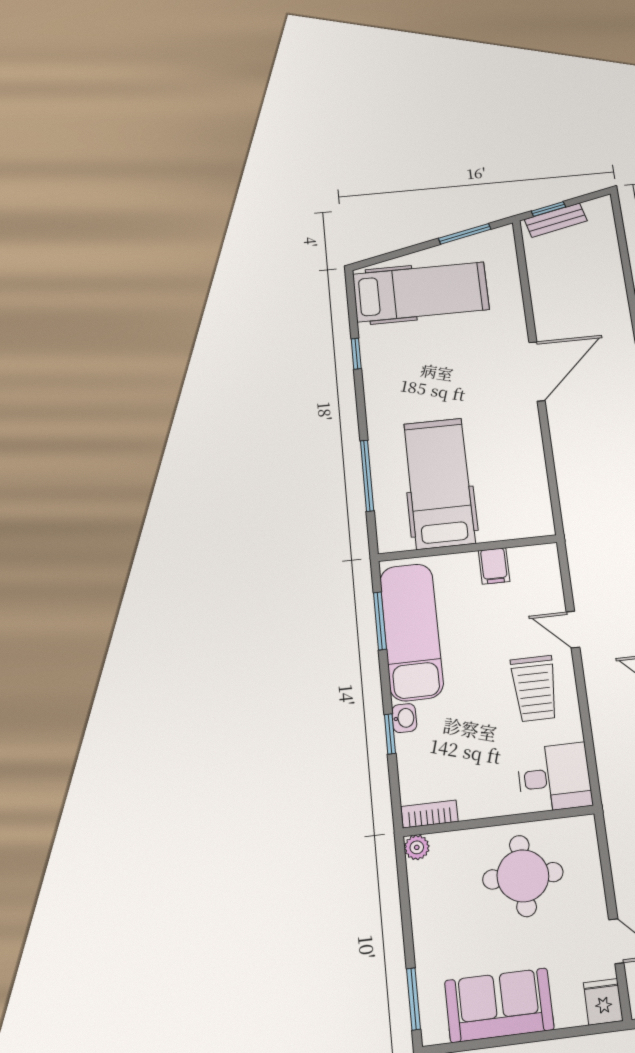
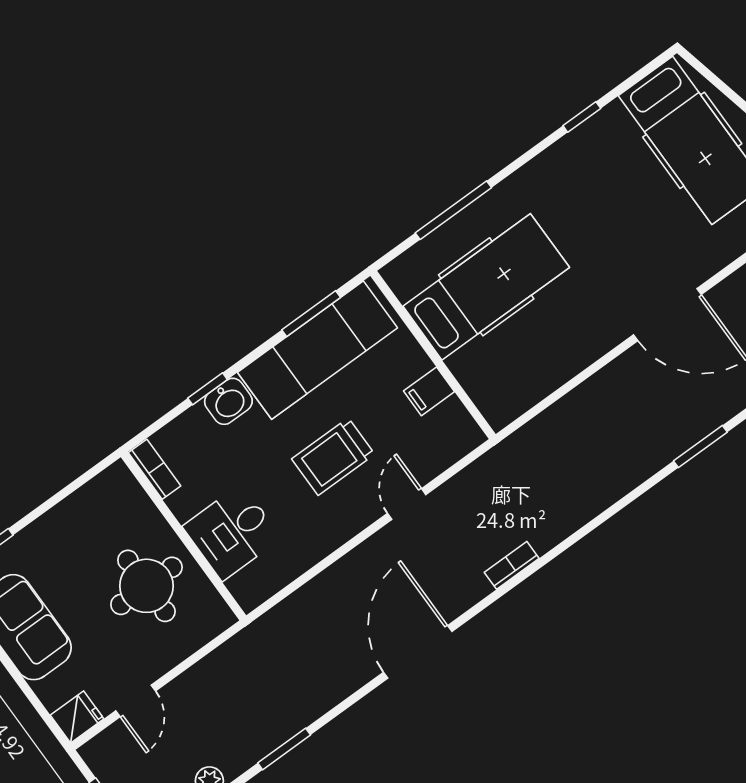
trolley: (535, 688) -> (333, 457), moved
washbasin: (404, 718) -> (228, 401), width x1.38, depth x1.45
desk: (554, 777) -> (232, 532), moved, turned 90
plant: (417, 847) -> (118, 475), removed

